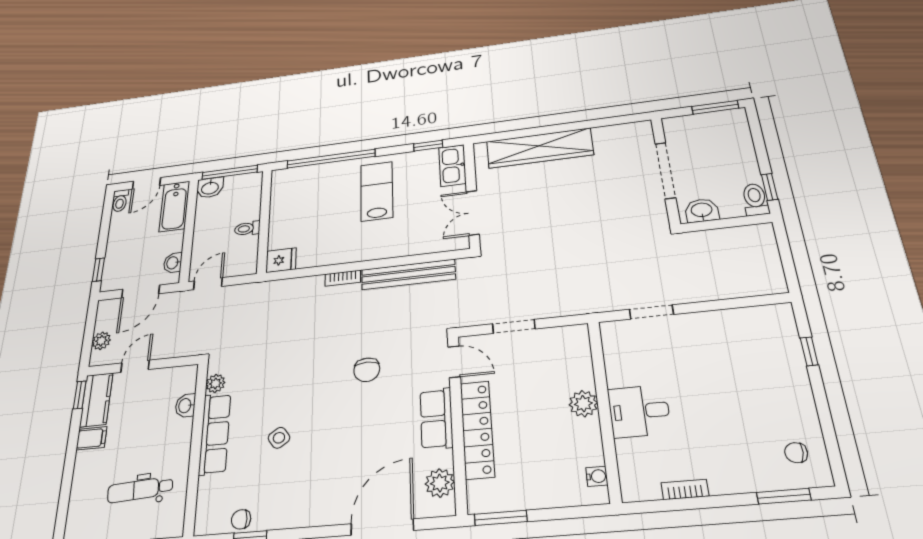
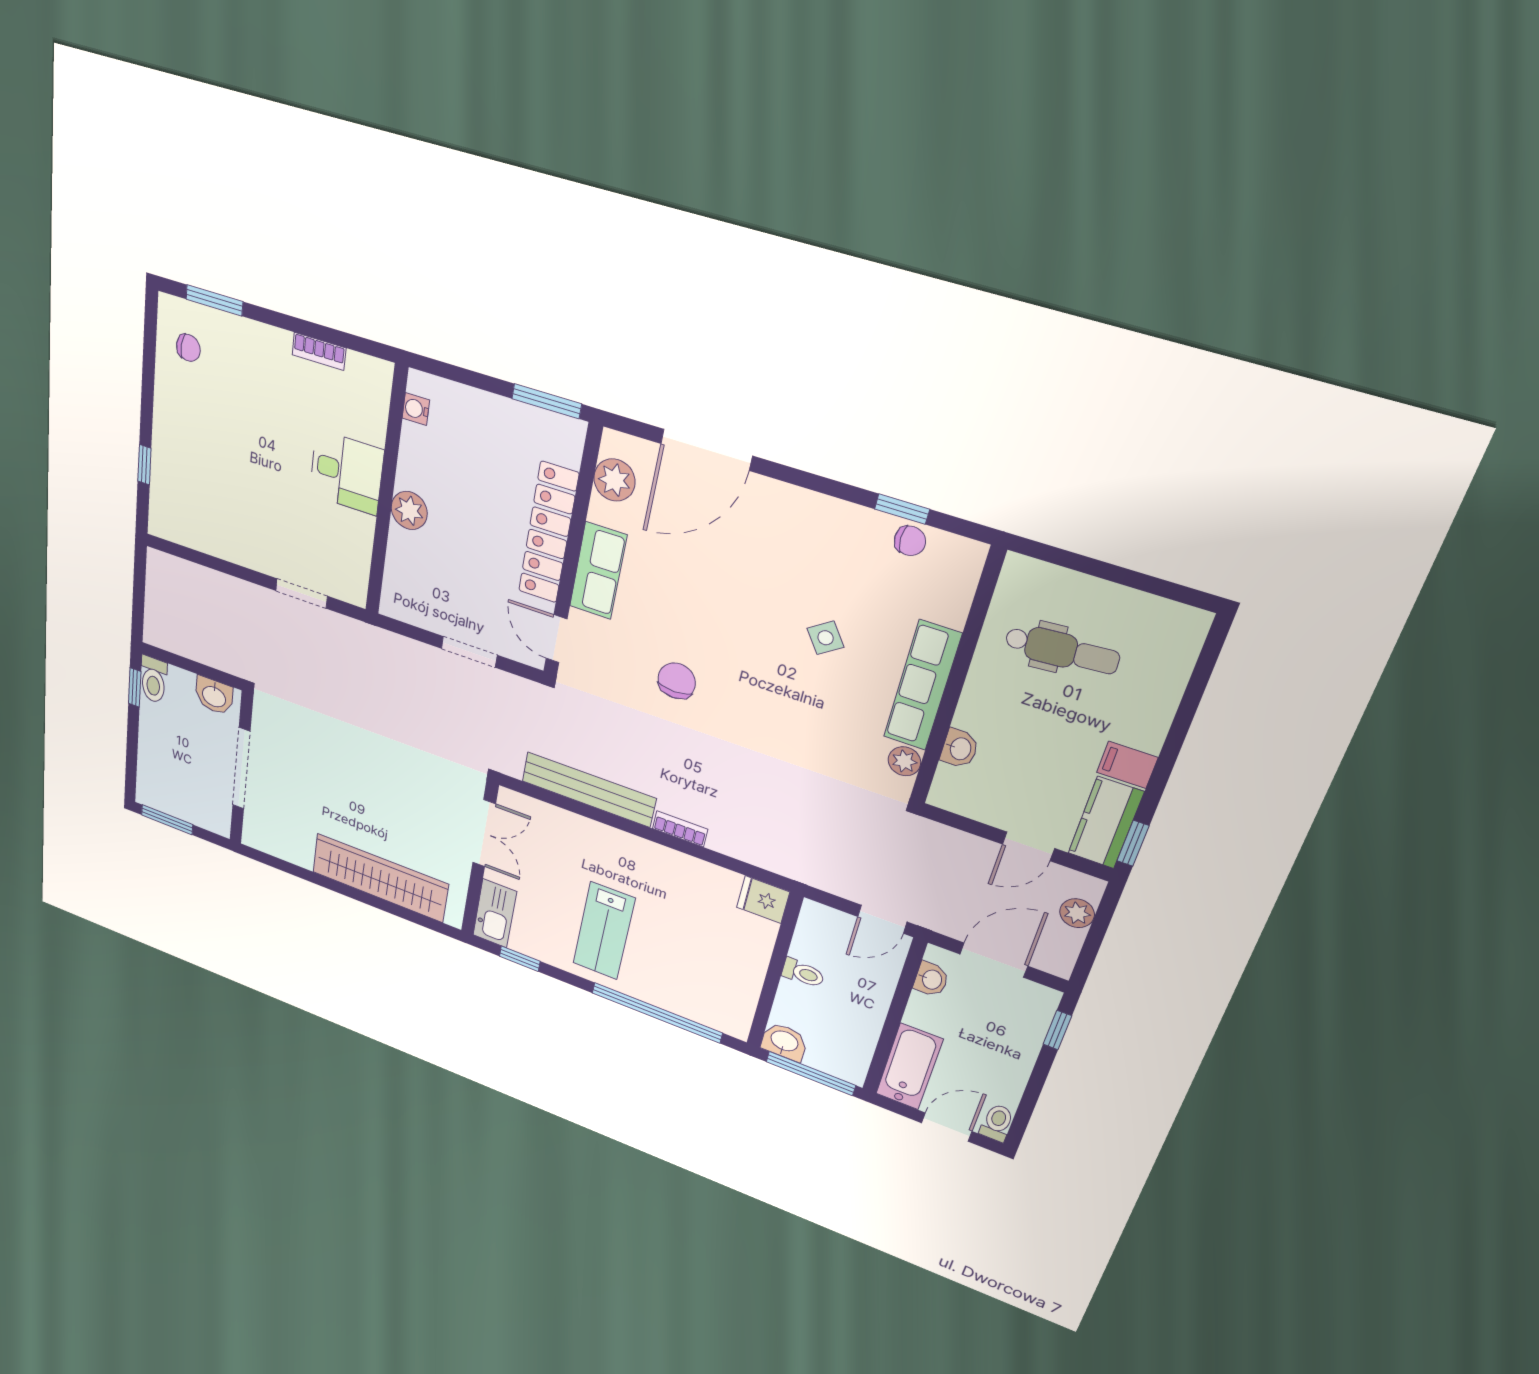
washbasin: (210, 188) -> (784, 1042), moved

